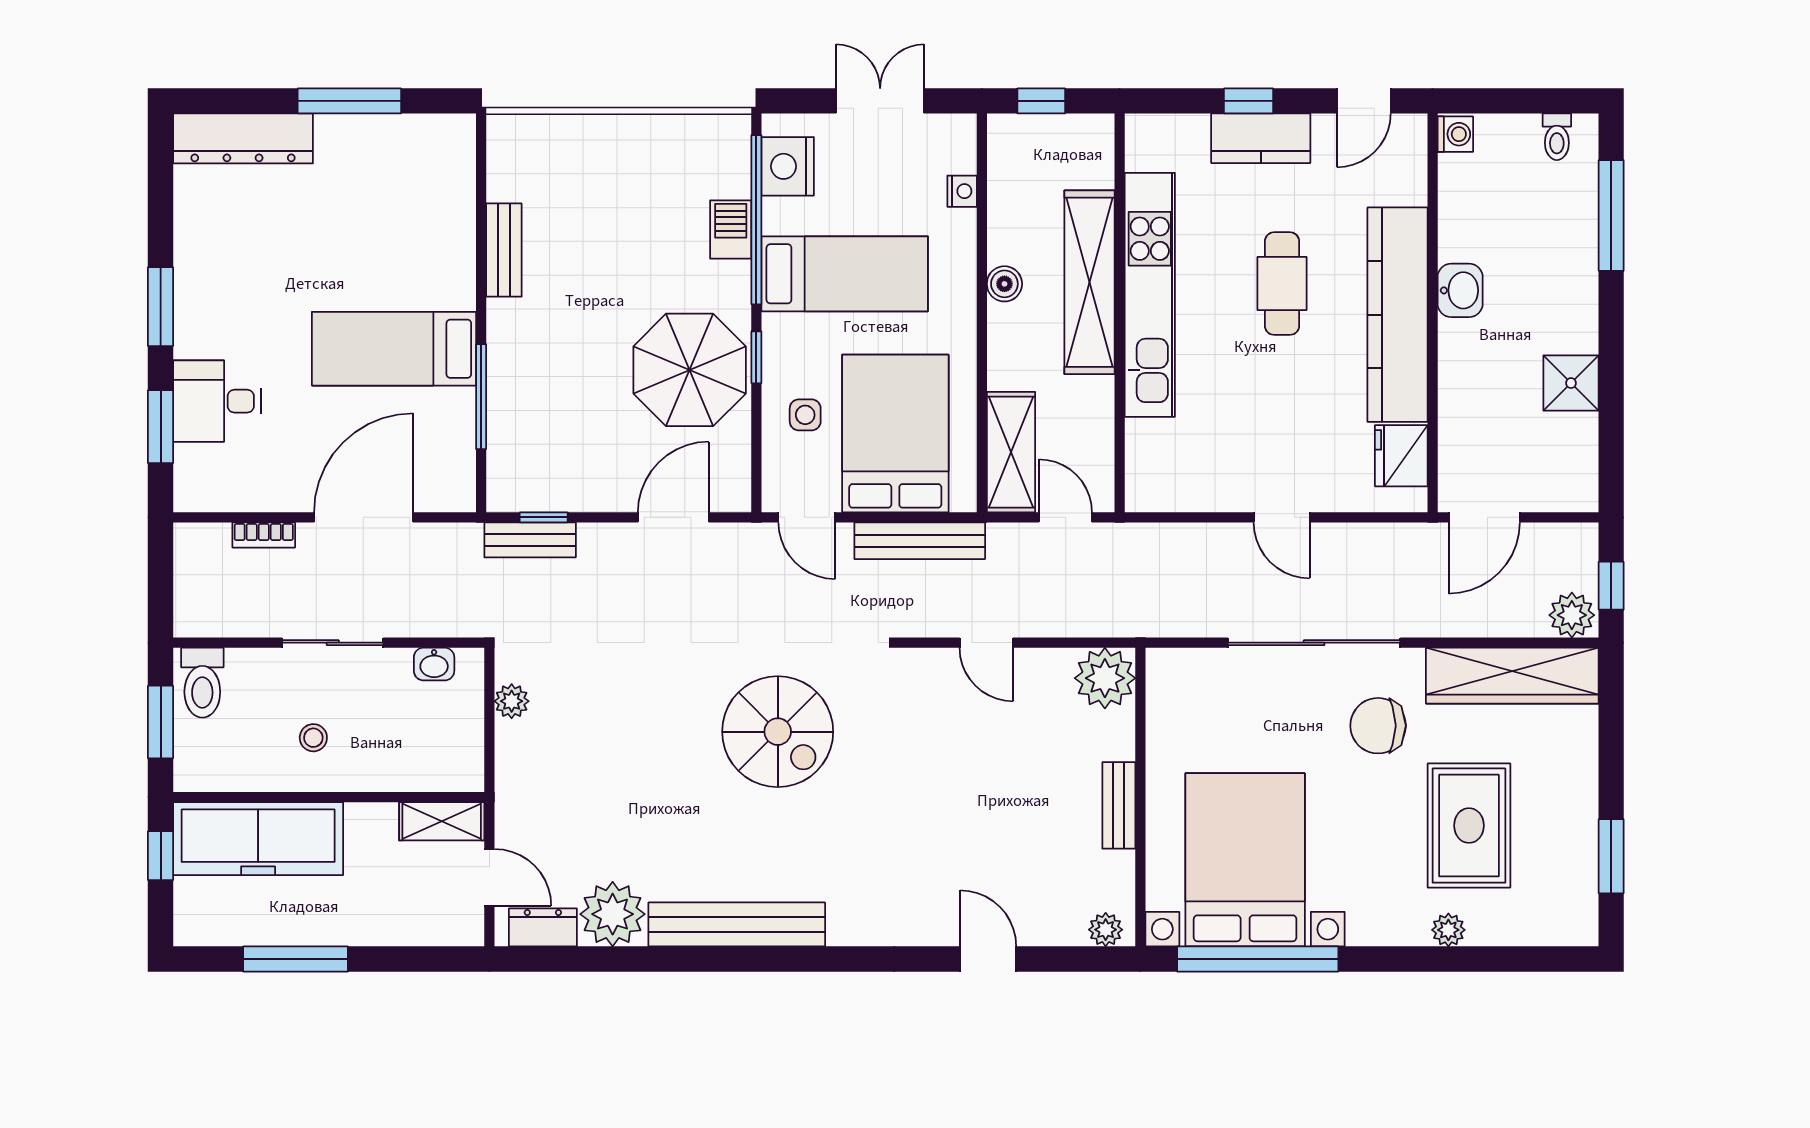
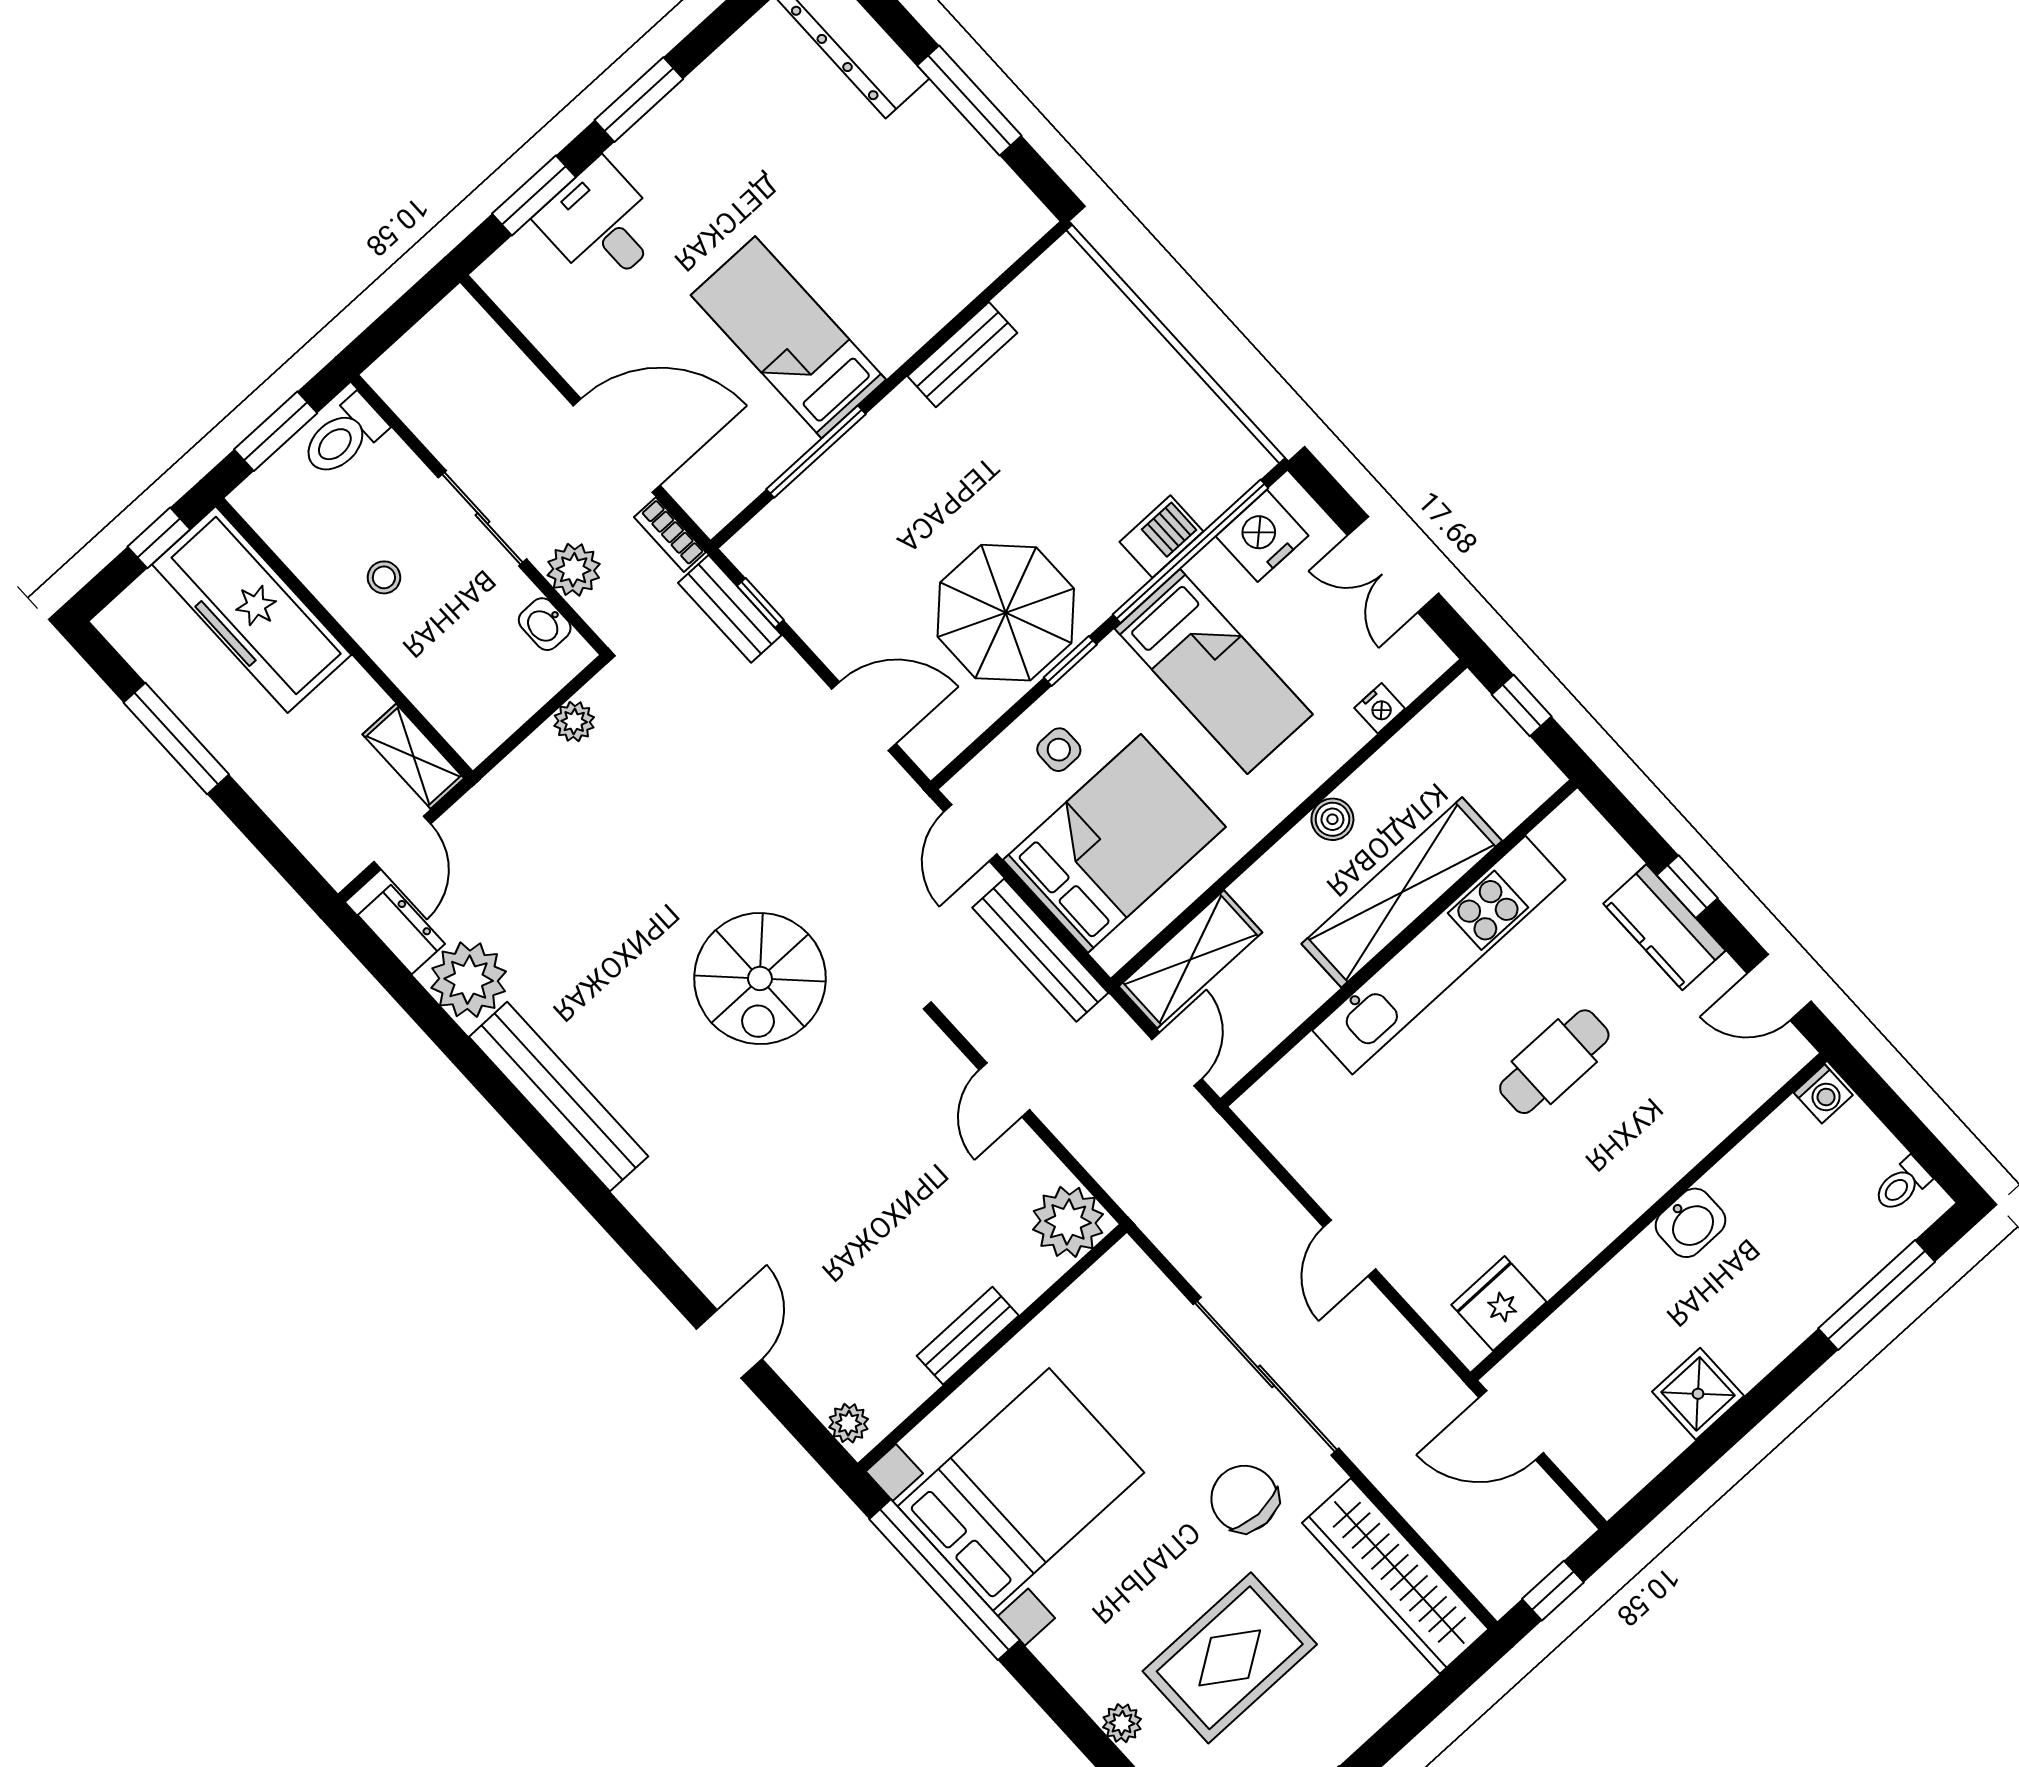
double door: (880, 101) -> (1393, 564), swing flipped
kitchen counter: (1398, 315) -> (1619, 1187), removed
bookcase: (264, 535) -> (670, 535), moved
plant: (1572, 615) -> (574, 570), moved

